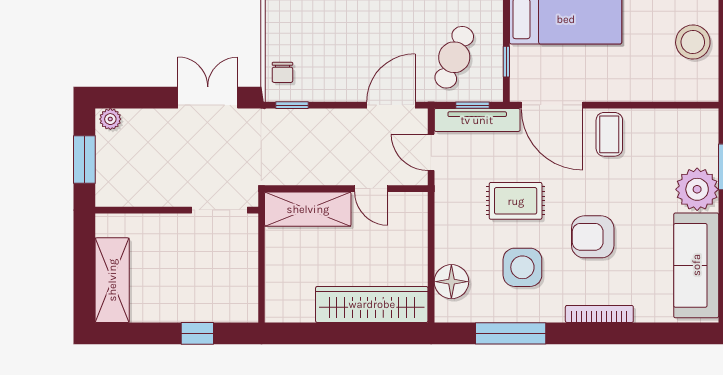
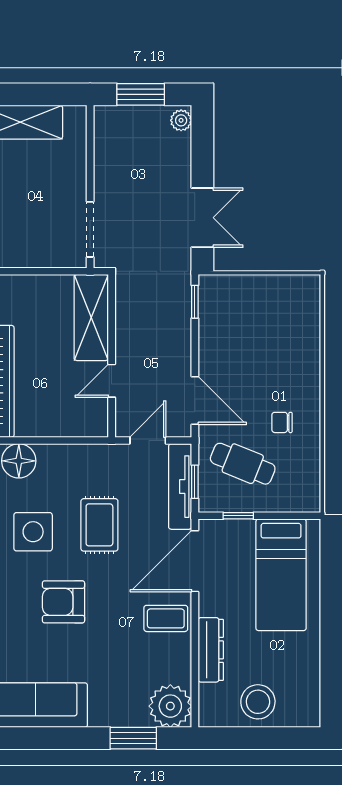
chair: (282, 72) -> (282, 422), moved
dresser: (641, 89) -> (211, 650), added
plant: (697, 189) -> (170, 706), moved
armchair: (593, 237) -> (63, 602), turned -90

